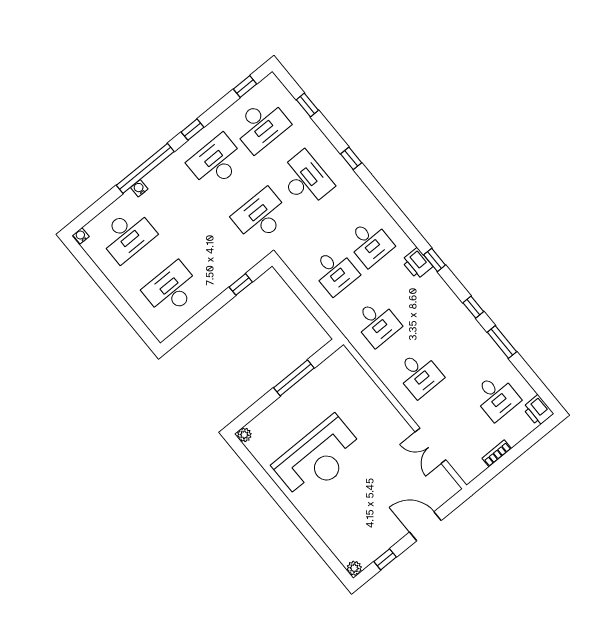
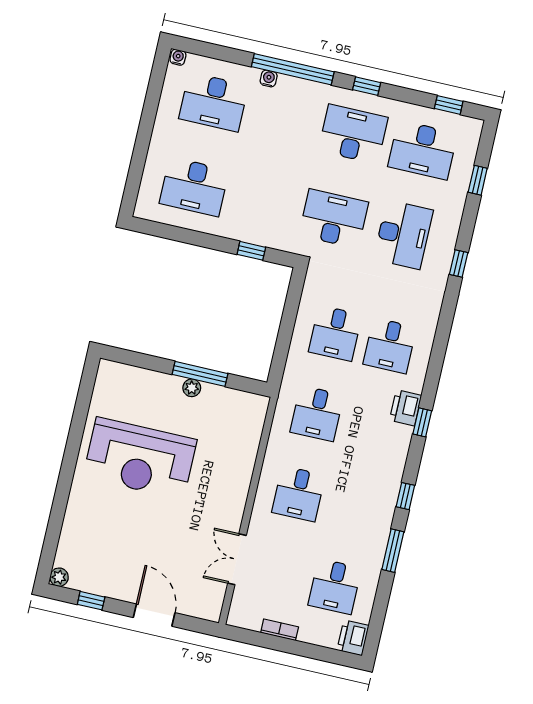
desk: (172, 289) -> (194, 187), turned 180
plant: (244, 435) -> (192, 388), moved

